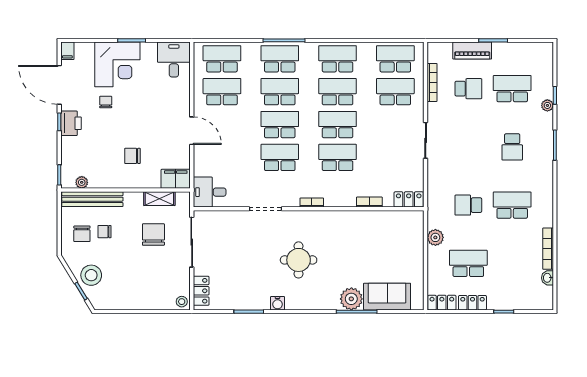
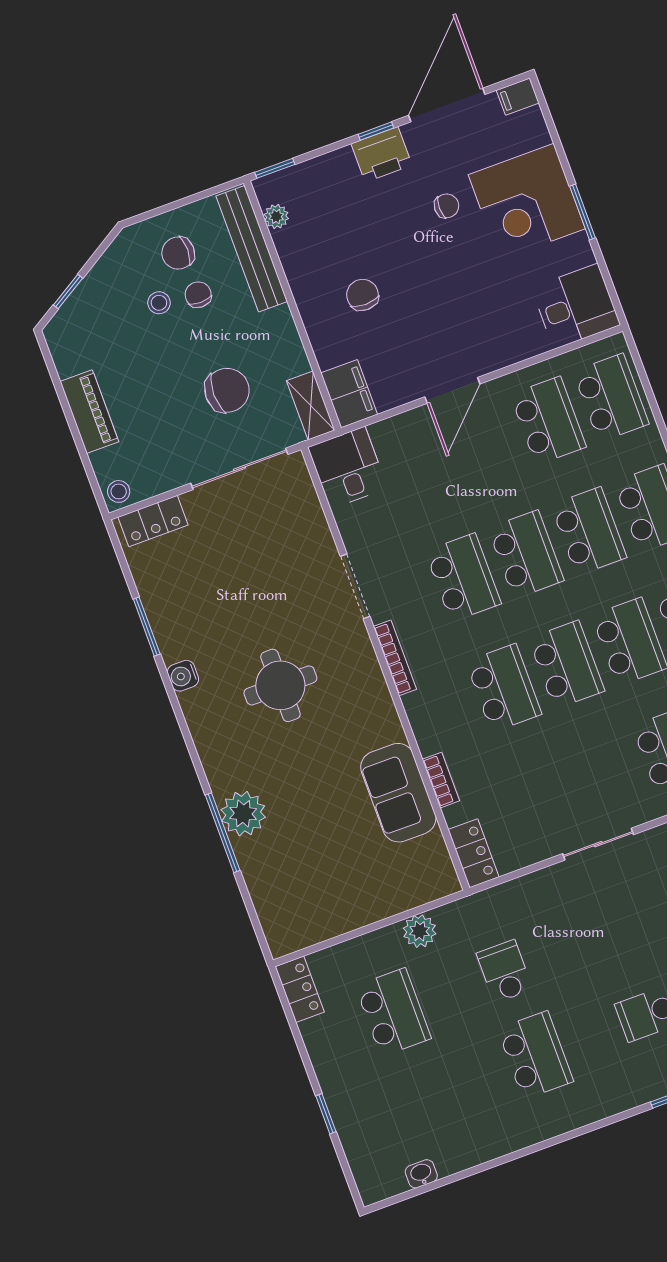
shelving: (159, 199) -> (311, 406), moved
bookcase: (312, 203) -> (395, 658), width x1.56
bookcase: (548, 249) -> (477, 1154), removed
stool: (91, 275) -> (159, 303), moved, width x0.53, depth x0.53
sofa: (387, 297) -> (398, 793), moved, turned 180
piano: (140, 302) -> (89, 412), added
locker: (472, 303) -> (321, 1048), removed

